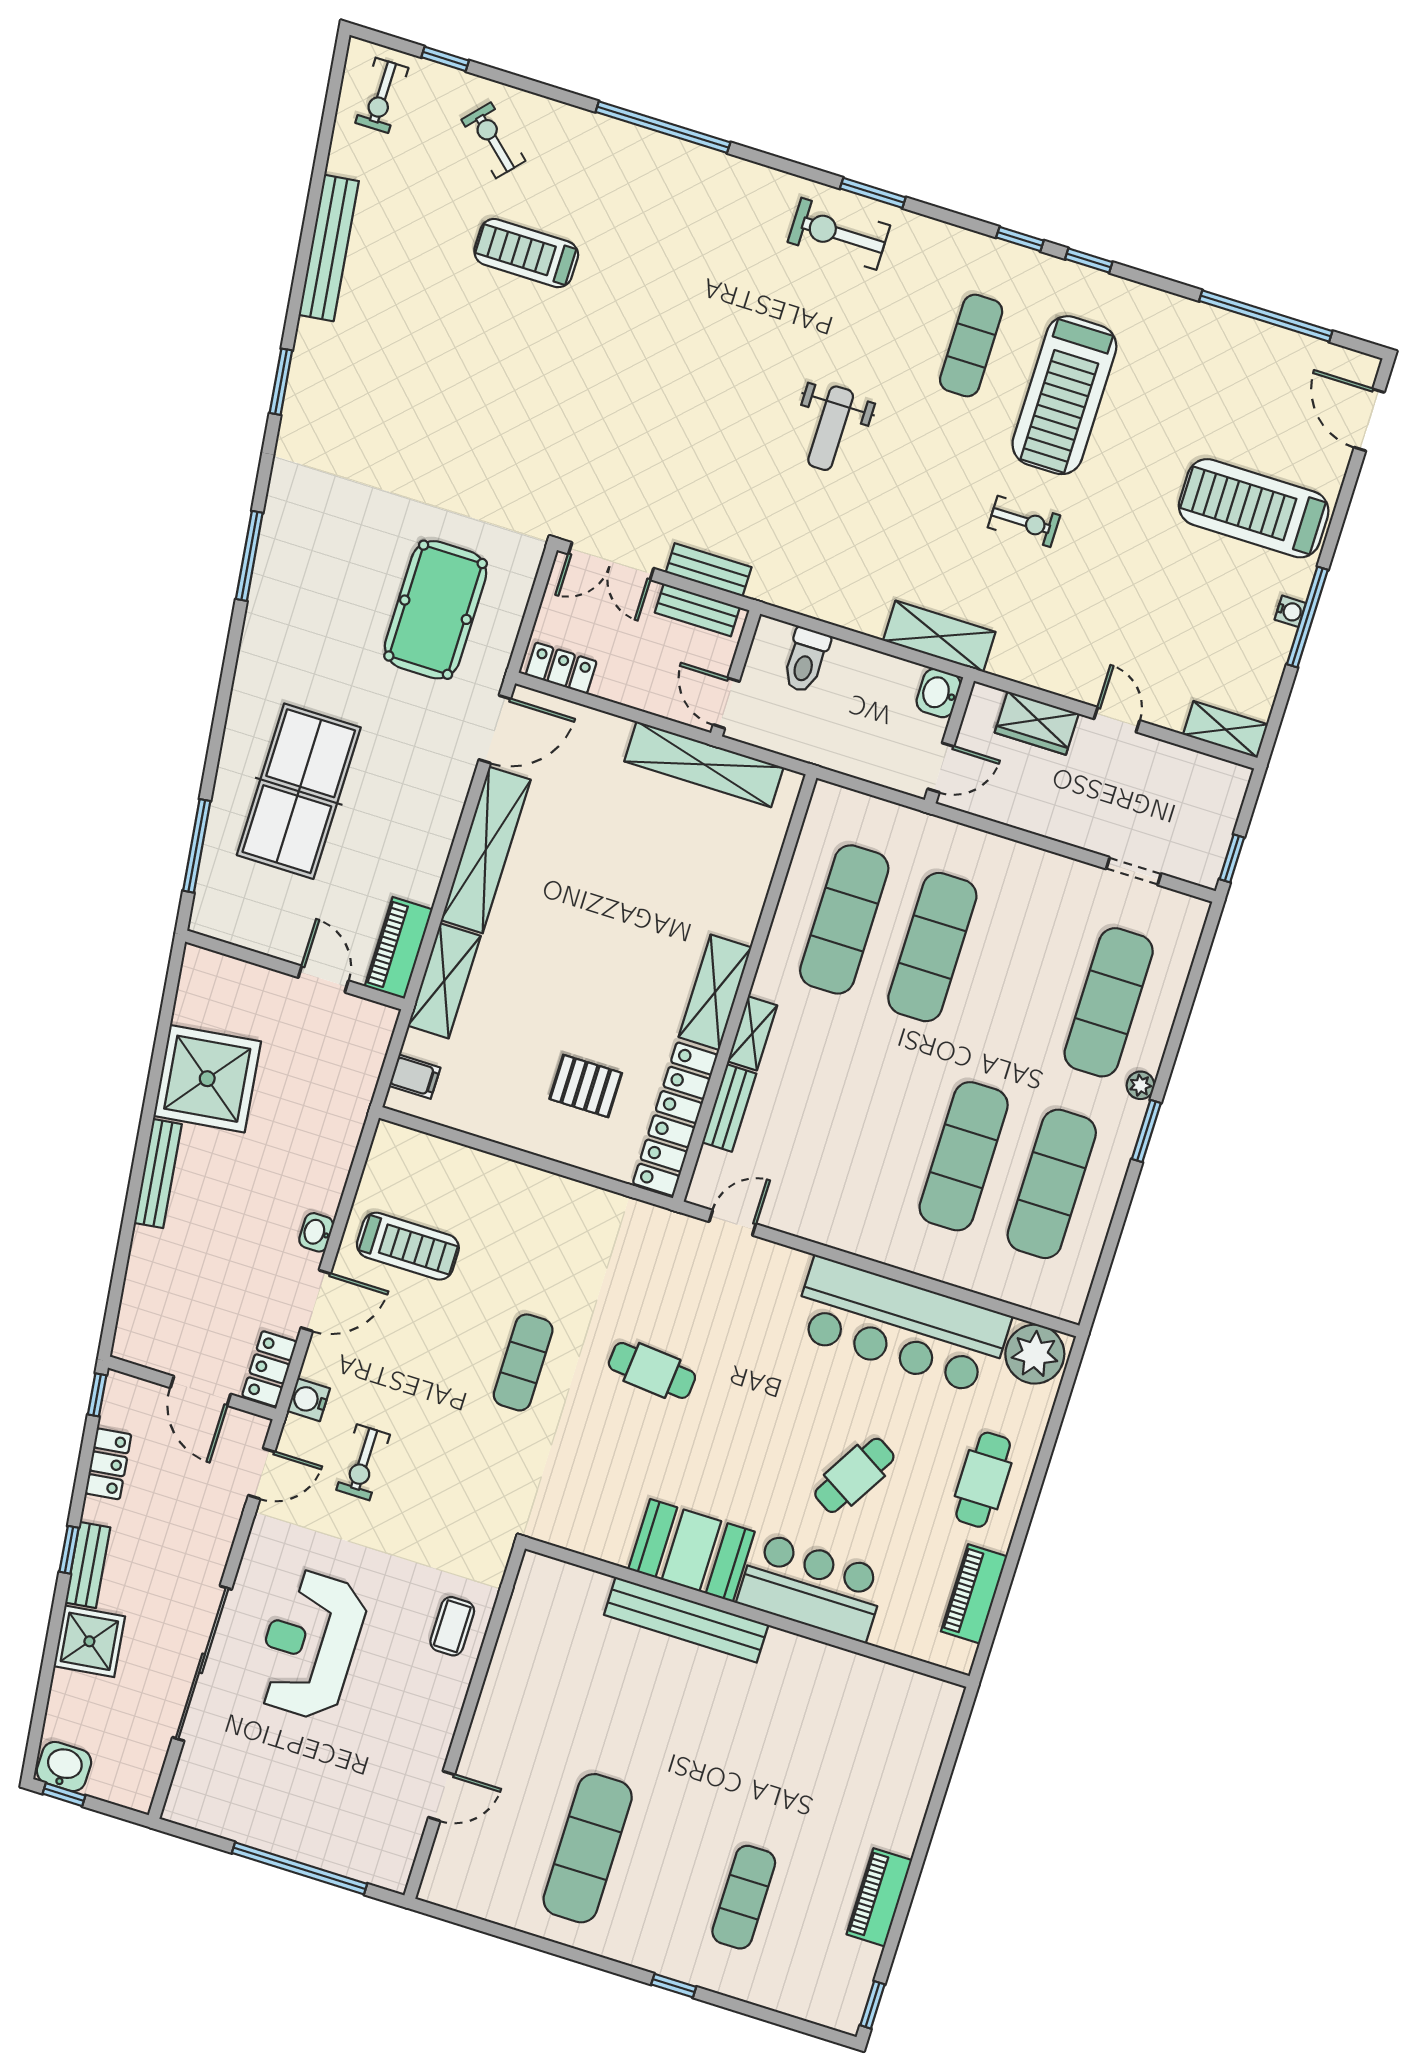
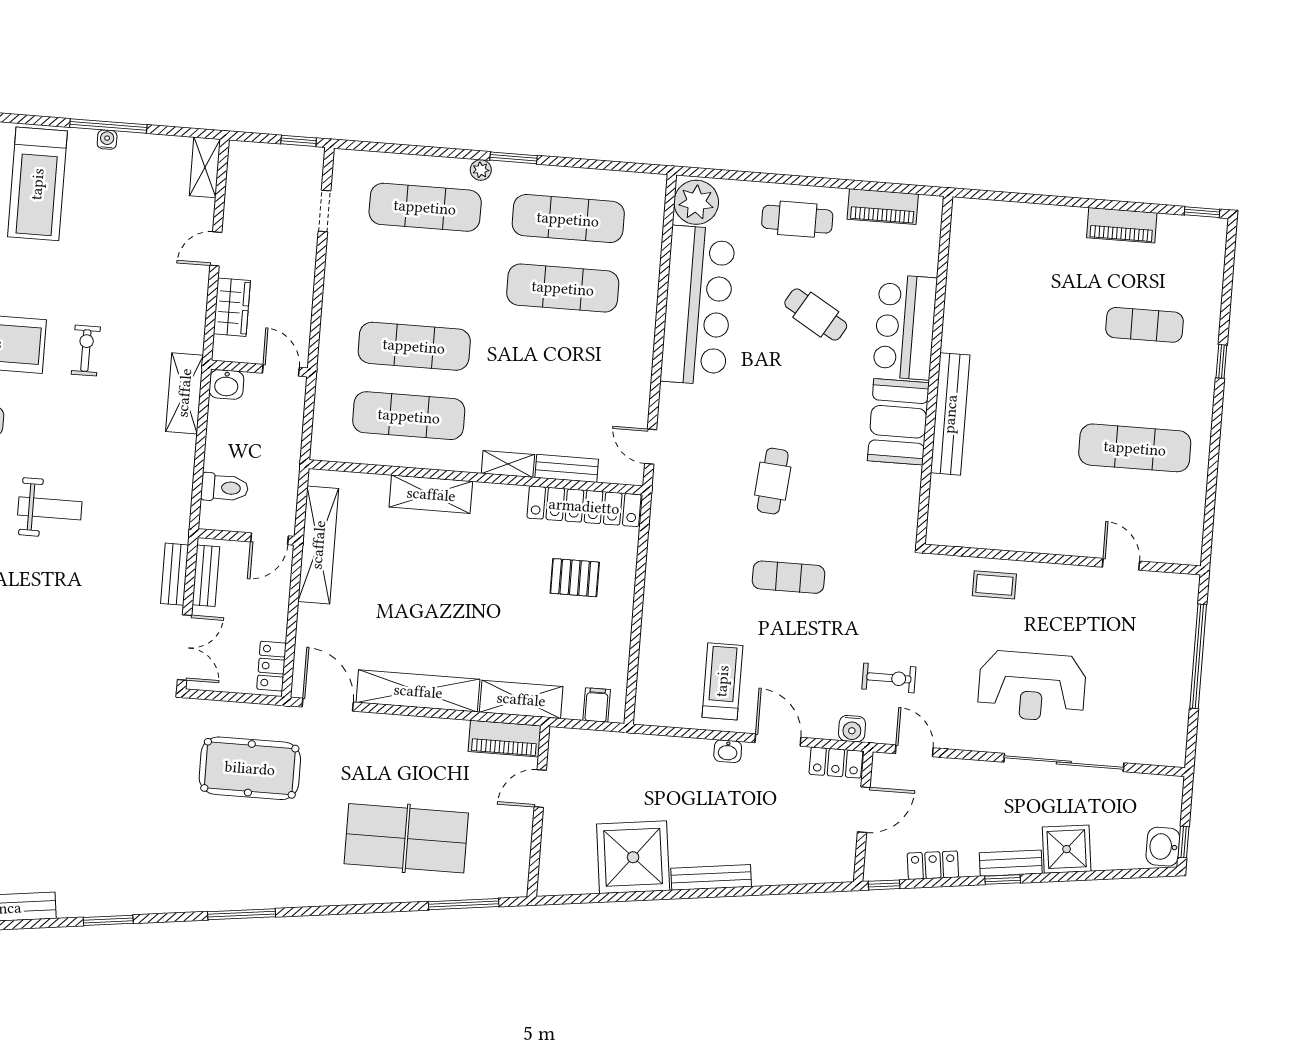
shelving: (715, 992) -> (431, 494), moved
pallet: (586, 1086) -> (575, 578), turned 90

